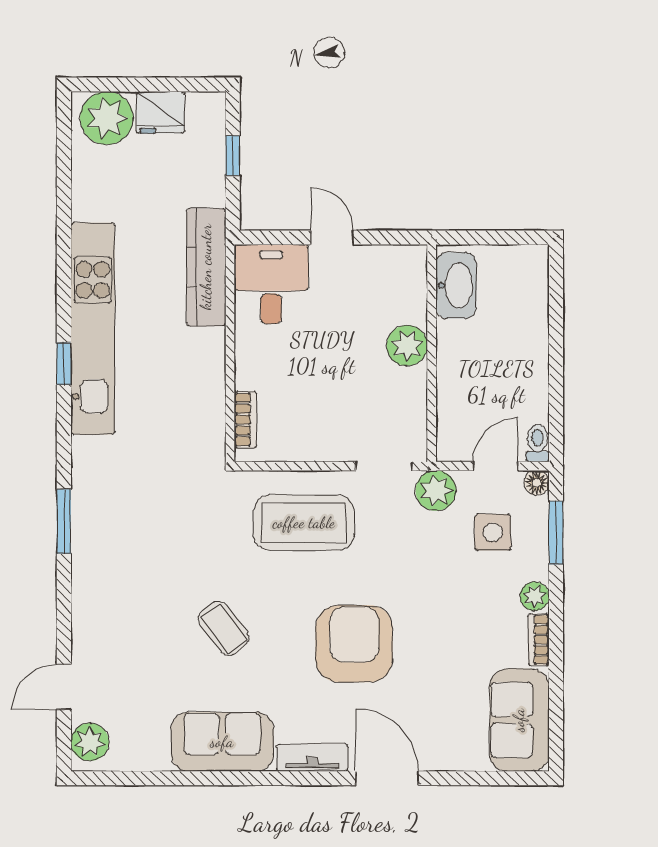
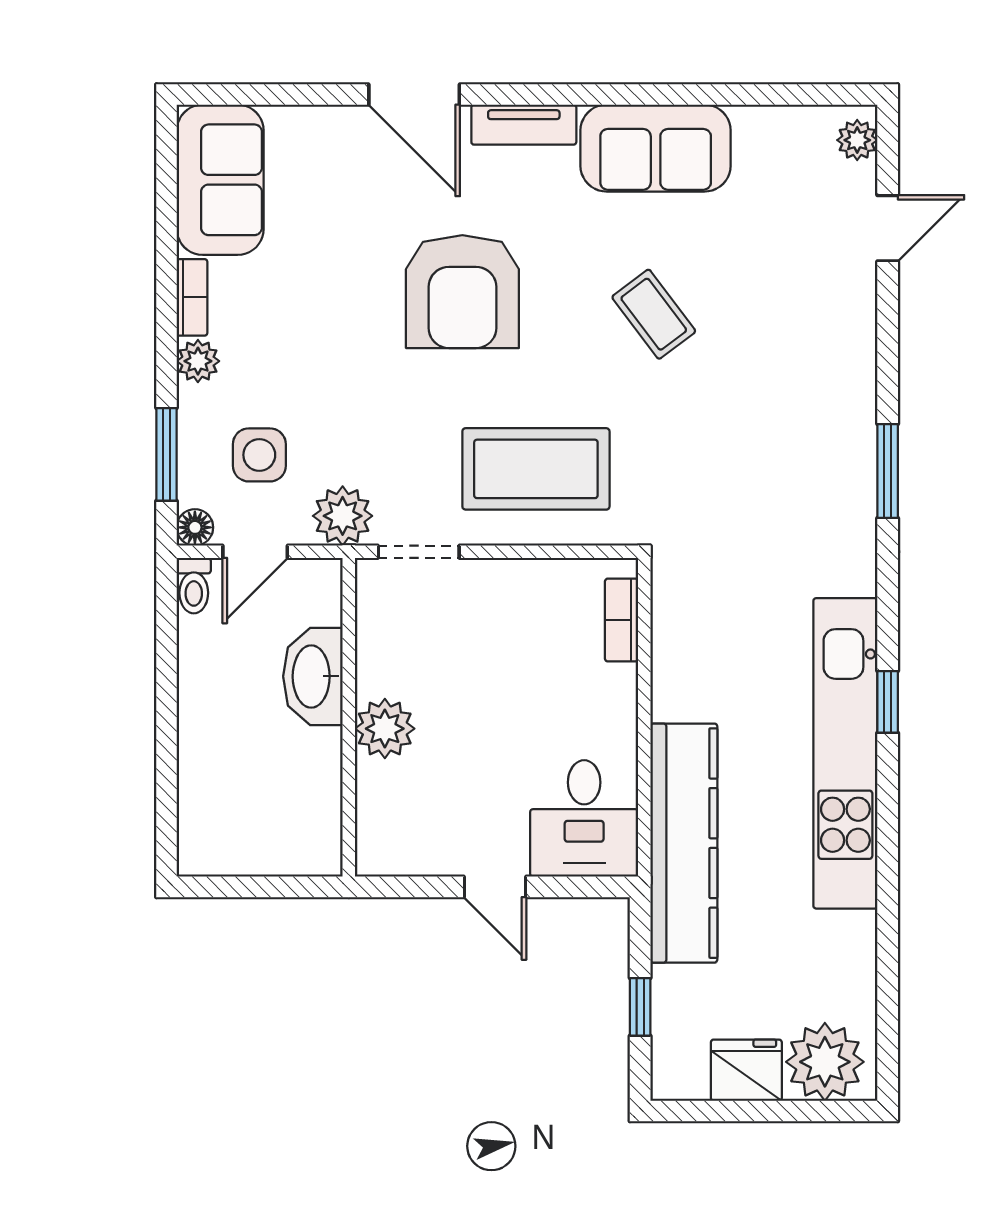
kitchen counter: (206, 267) -> (684, 843), width x1.39, depth x1.17
washbasin: (456, 285) -> (313, 676), moved
plant: (90, 742) -> (857, 140), width x0.73, depth x0.73

